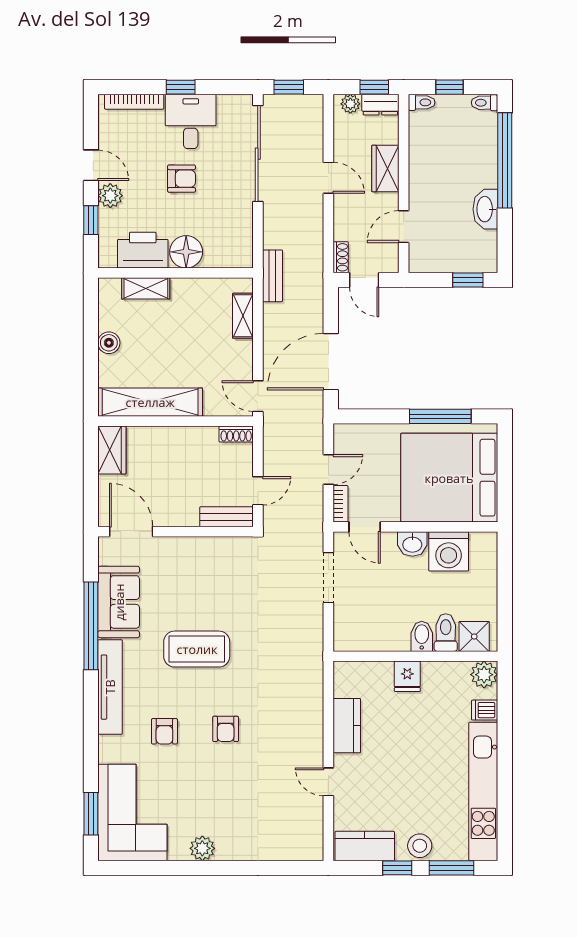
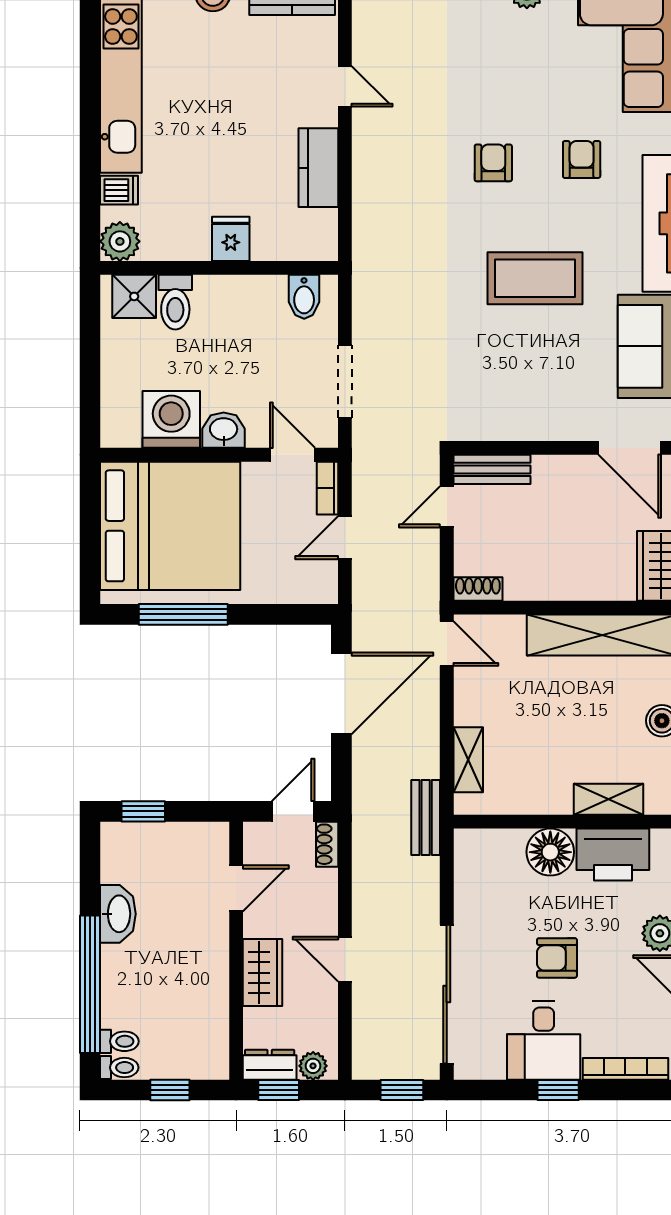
toilet: (422, 102) -> (119, 1041), moved, turned 180
door: (364, 280) -> (293, 811), hinge flipped
bidet: (422, 636) -> (304, 297), moved

